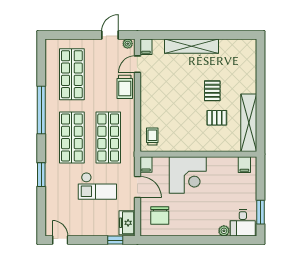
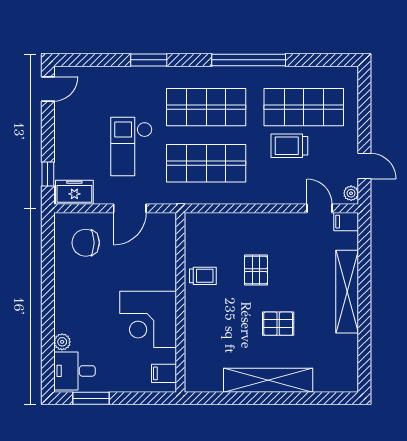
trolley: (125, 87) -> (289, 146), moved
pallet: (217, 118) -> (256, 270), moved
shelving: (249, 123) -> (268, 380), moved
trolley: (152, 136) -> (203, 276), moved
filing cabinet: (146, 165) -> (164, 221), removed
corner desk: (188, 175) -> (148, 319), moved

